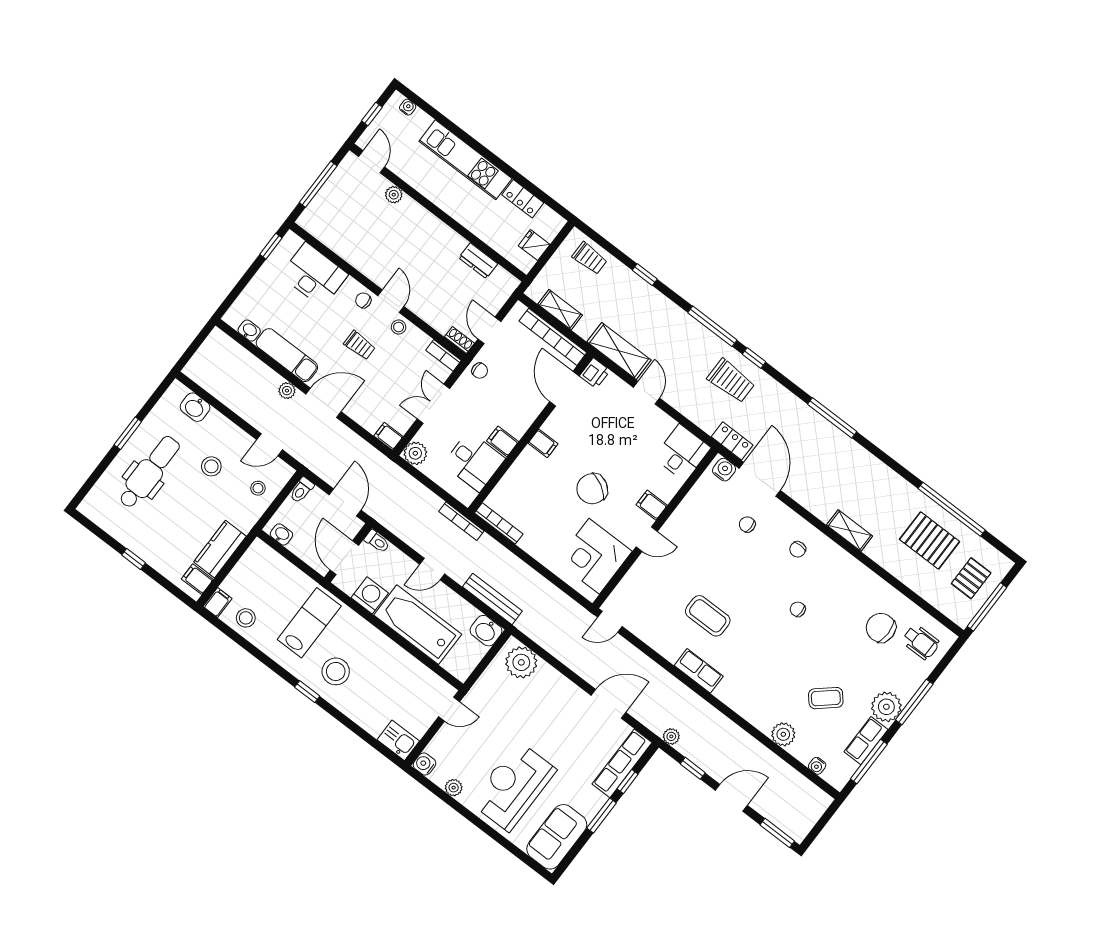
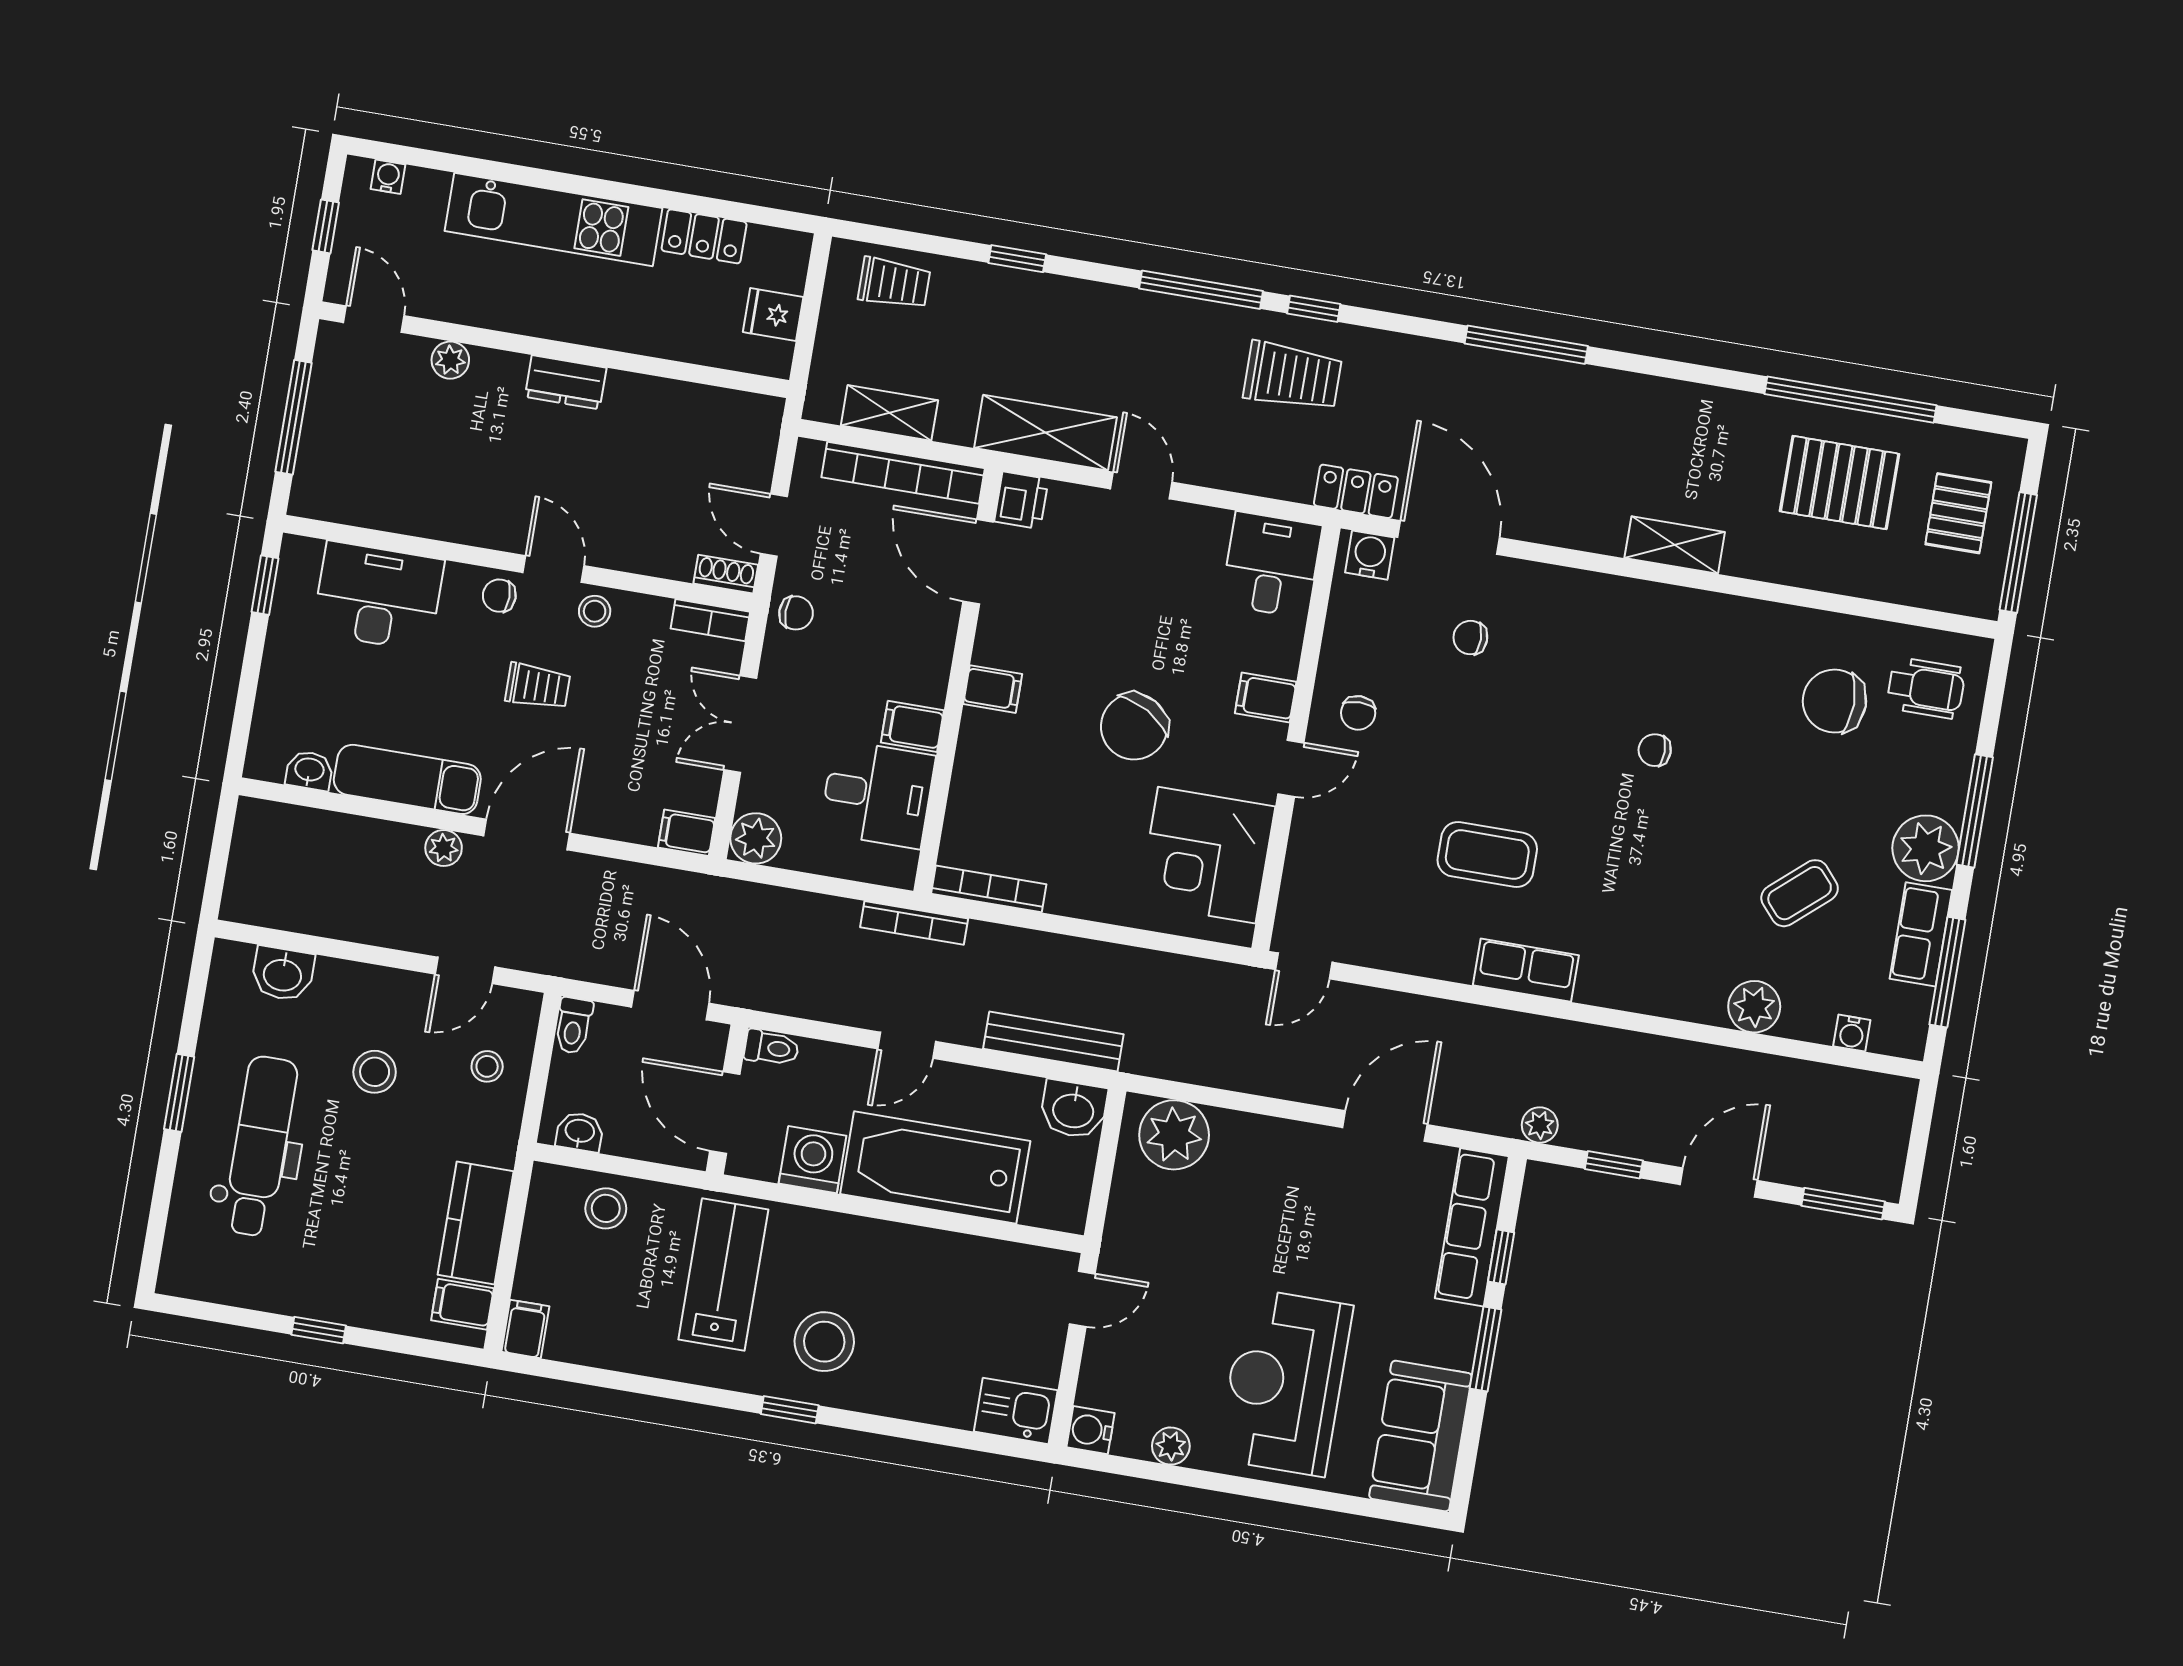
dresser: (478, 261) -> (566, 382), moved
chair: (798, 549) -> (1358, 713), moved
stool: (246, 618) -> (606, 1208), moved

